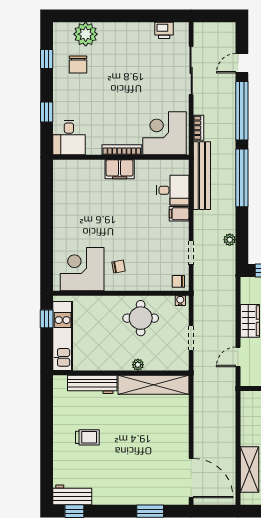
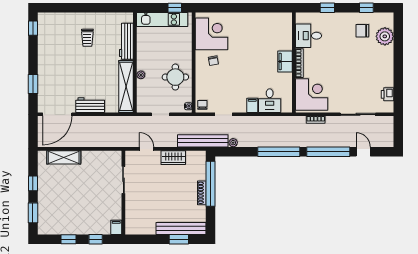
desk: (69, 137) -> (309, 36), moved
bench: (202, 176) -> (203, 141), moved
workbench: (72, 495) -> (90, 105), moved, turned -90

